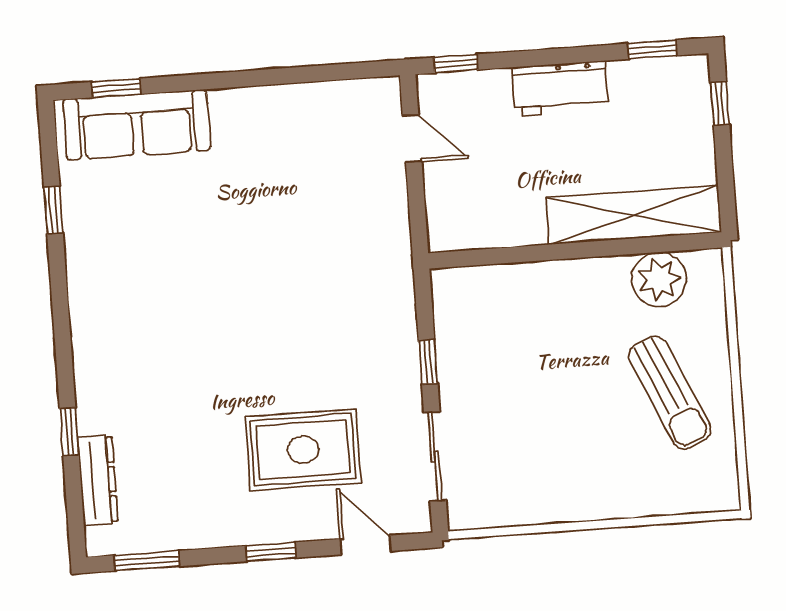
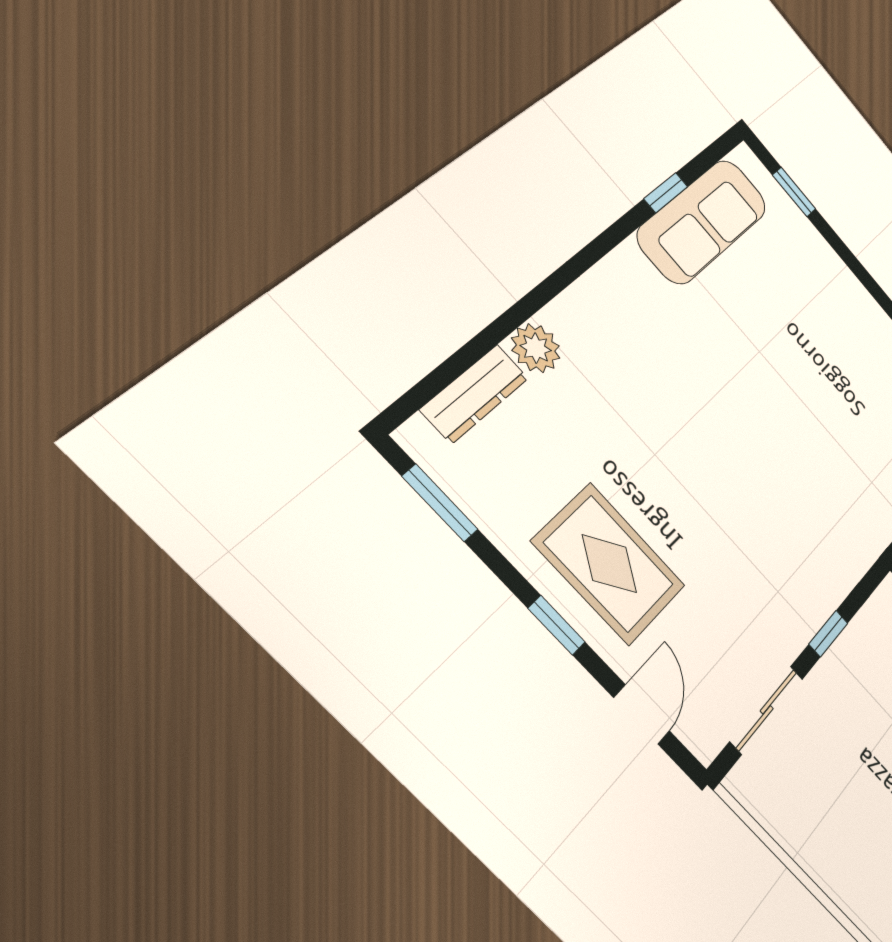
sofa: (137, 125) -> (703, 221), moved, turned -90
plant: (96, 412) -> (536, 348), added
window: (69, 432) -> (496, 332), removed
rug: (303, 450) -> (609, 564), moved

